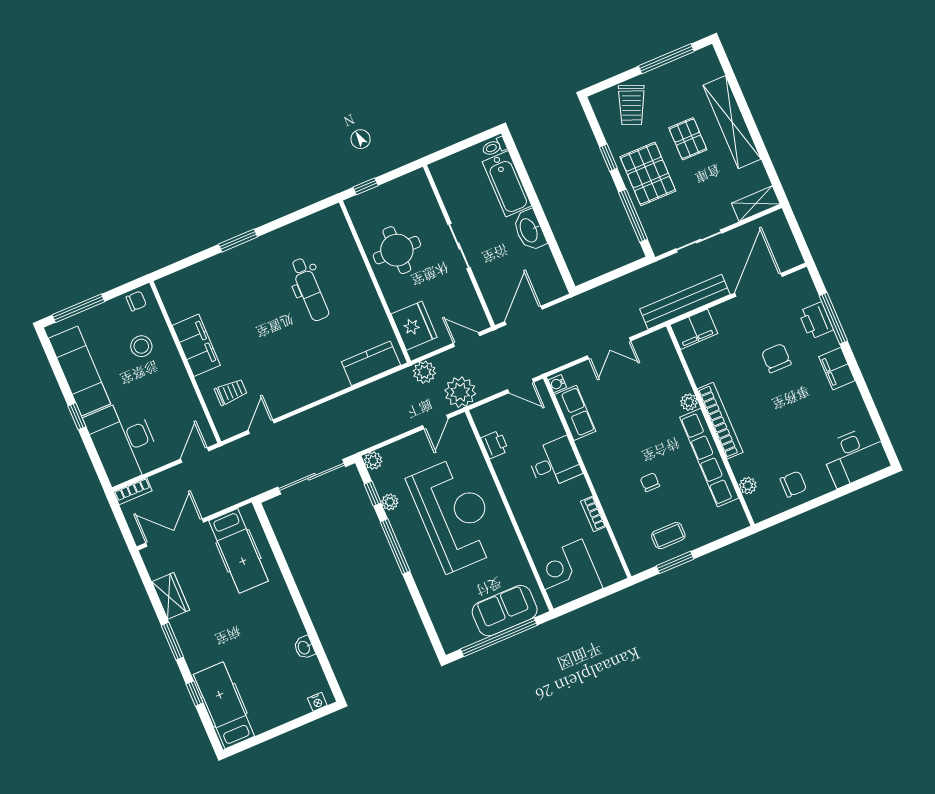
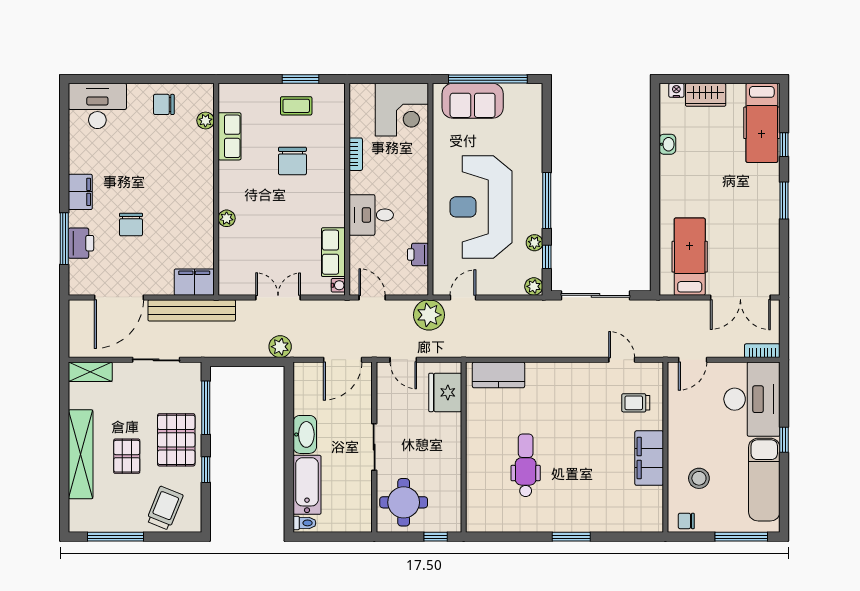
round table: (397, 250) -> (404, 502), moved
plant: (424, 372) -> (280, 347), moved
bookcase: (720, 421) -> (206, 190), removed
door: (261, 427) -> (622, 360), swing flipped
row of seats: (709, 458) -> (230, 136), width x0.50
chair: (650, 482) -> (292, 161), width x1.87, depth x1.87
wardrobe: (171, 596) -> (706, 95), moved, turned -90

